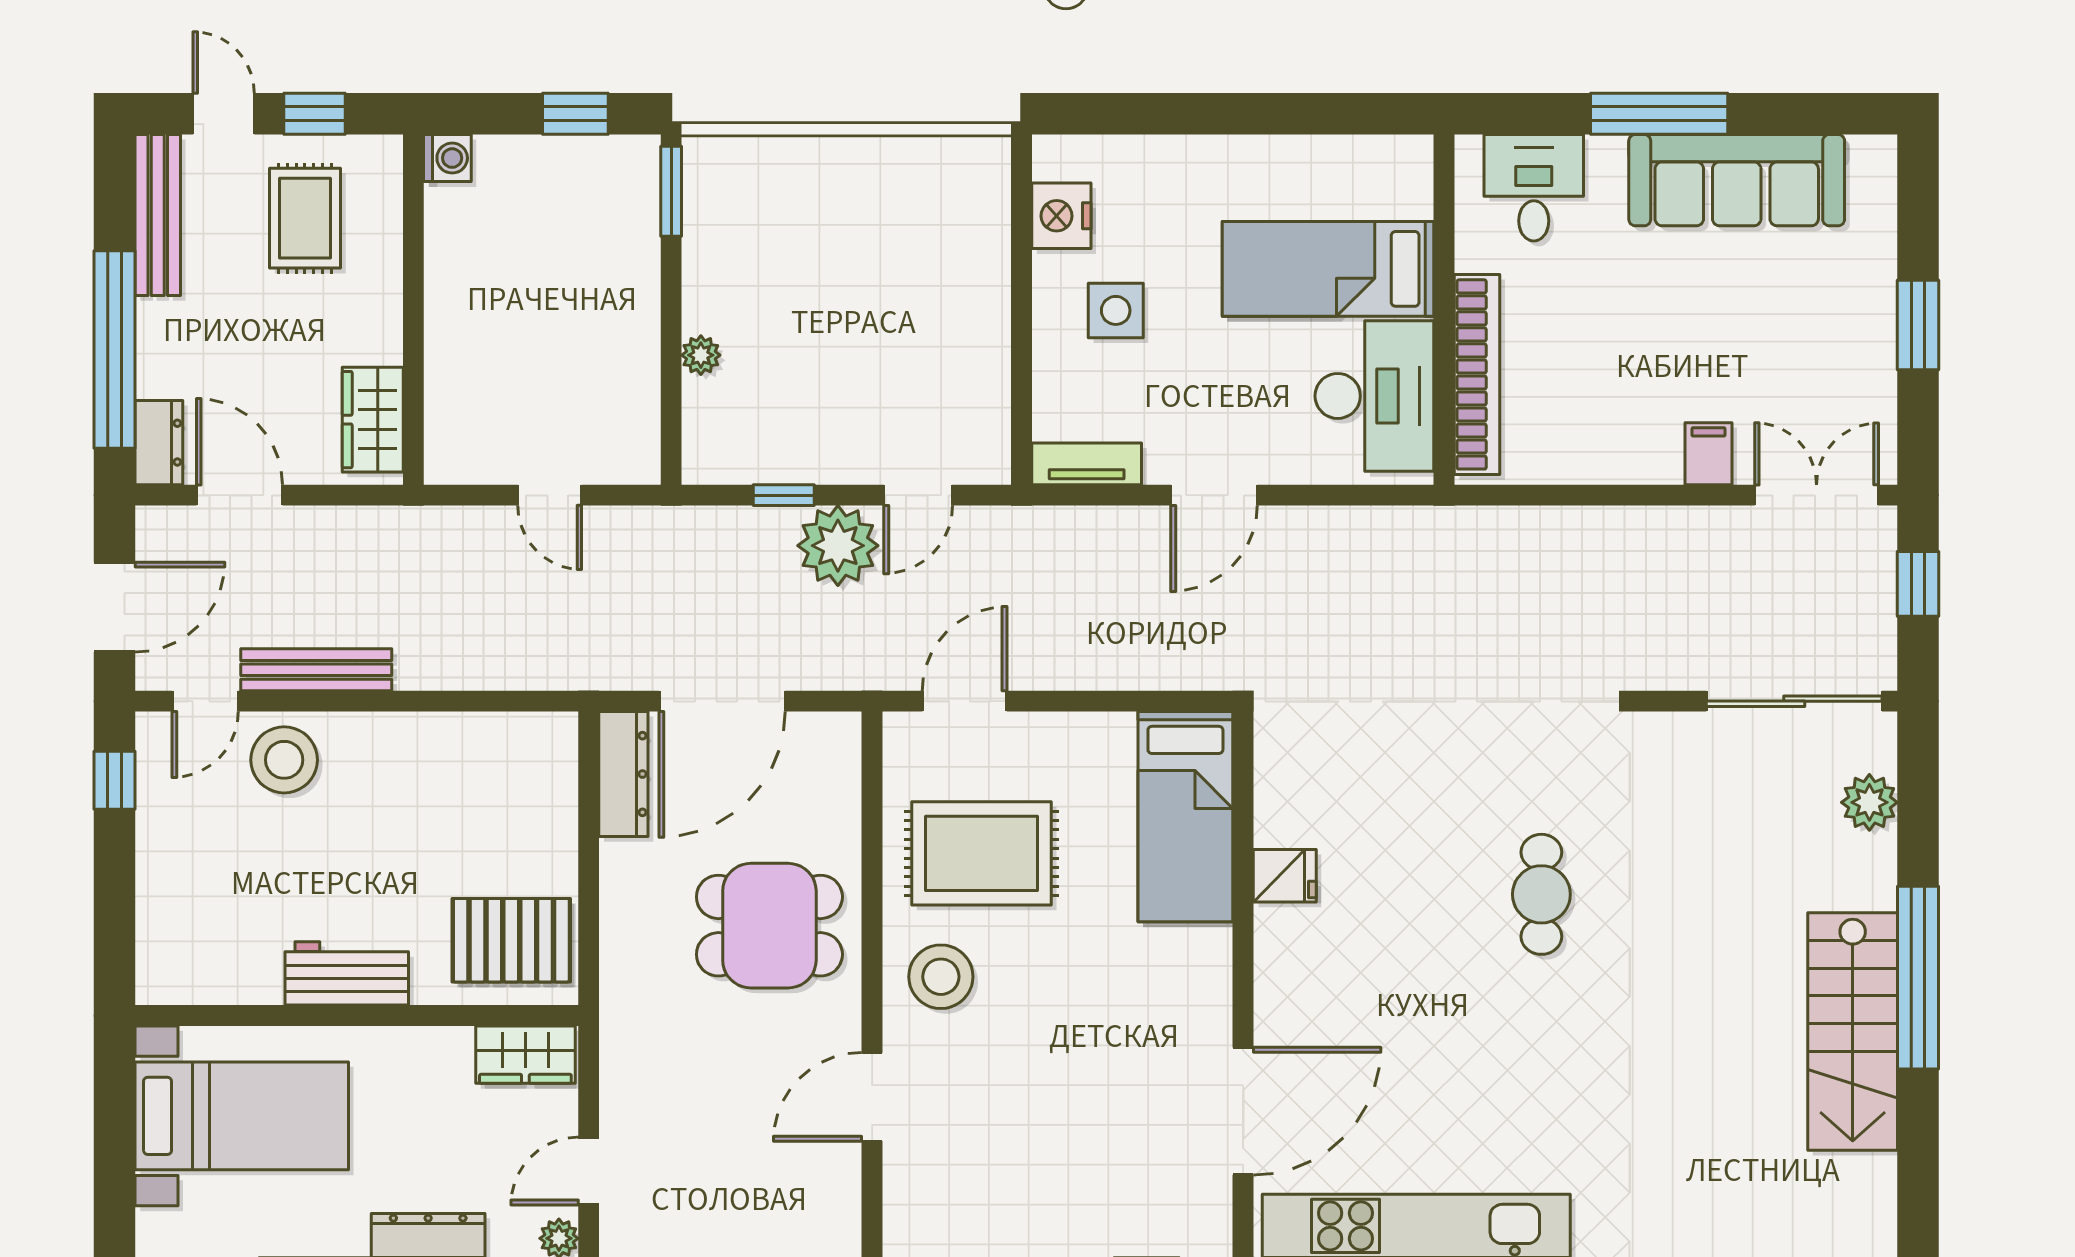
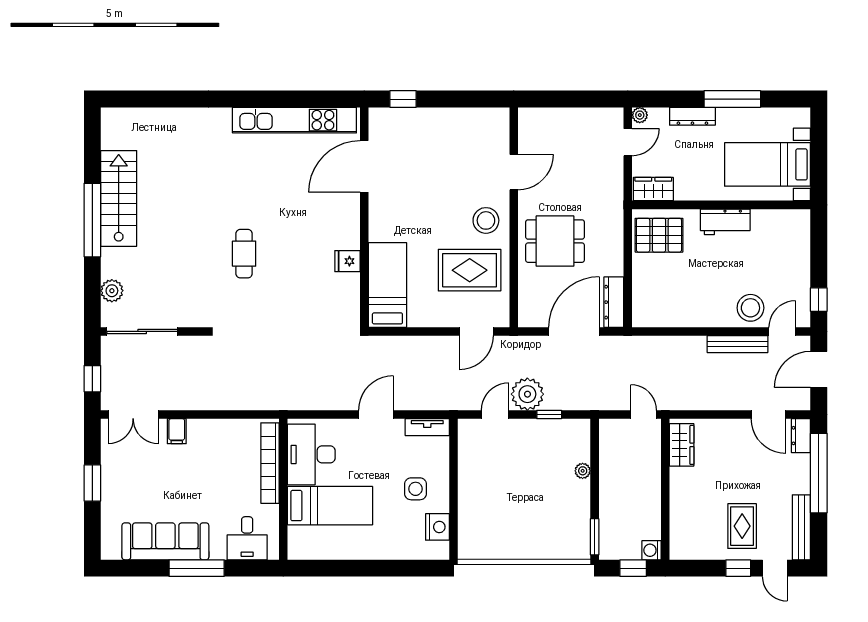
washing machine: (447, 158) -> (651, 550), moved
wall: (413, 310) -> (665, 489), moved
wardrobe: (373, 420) -> (682, 445), moved

